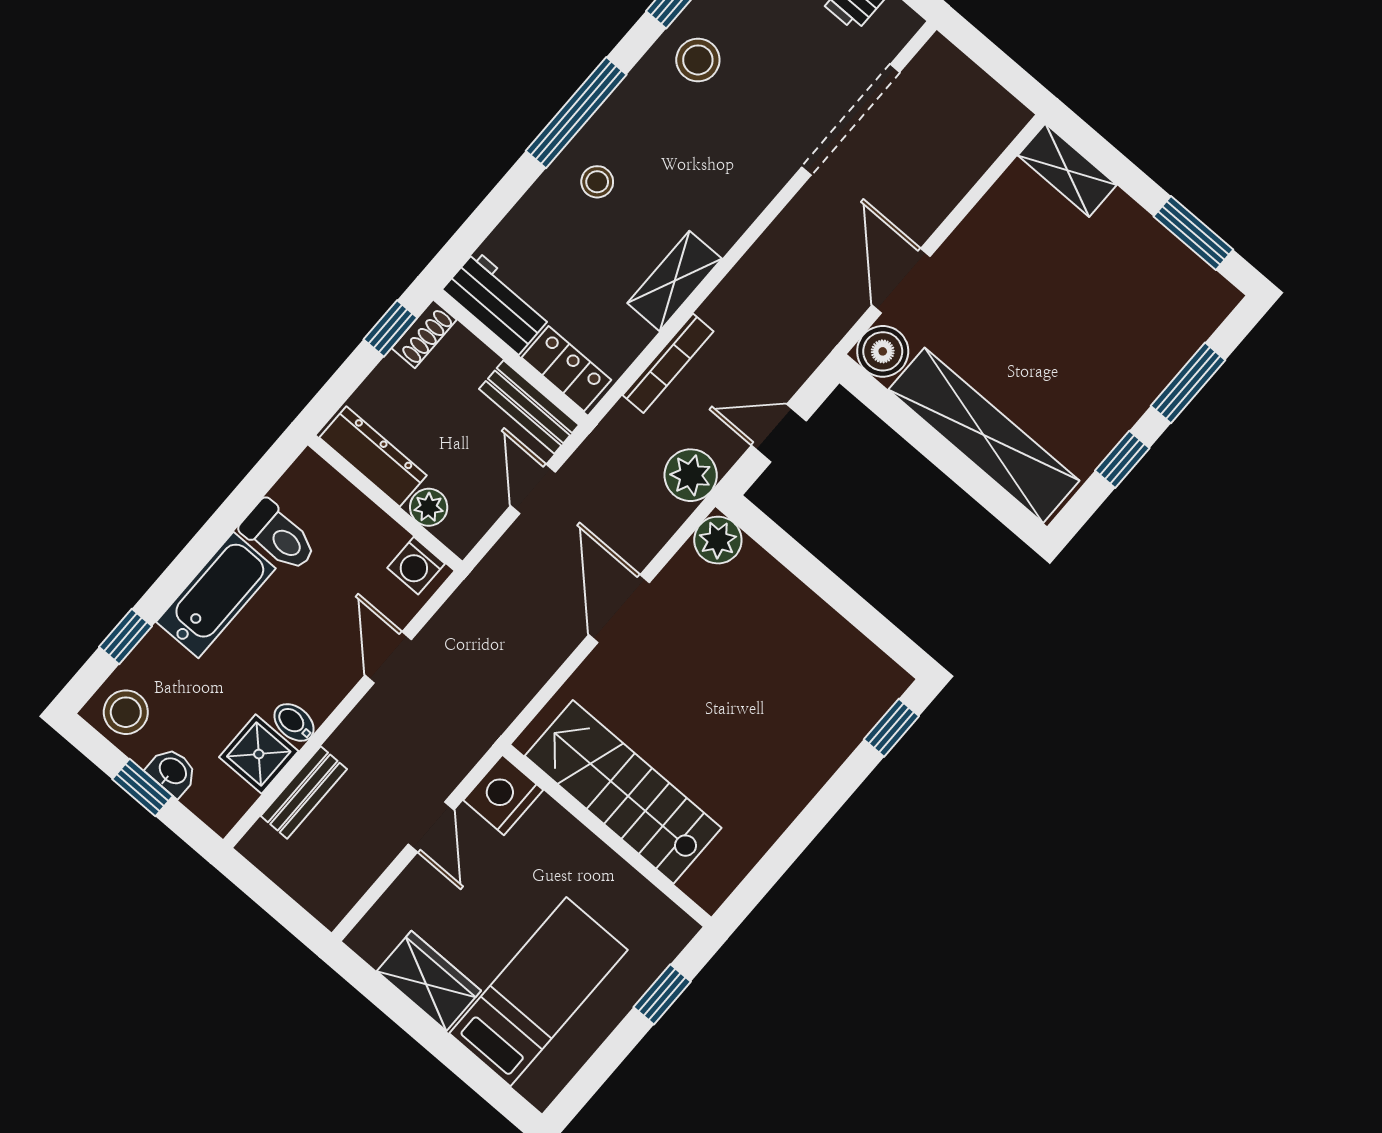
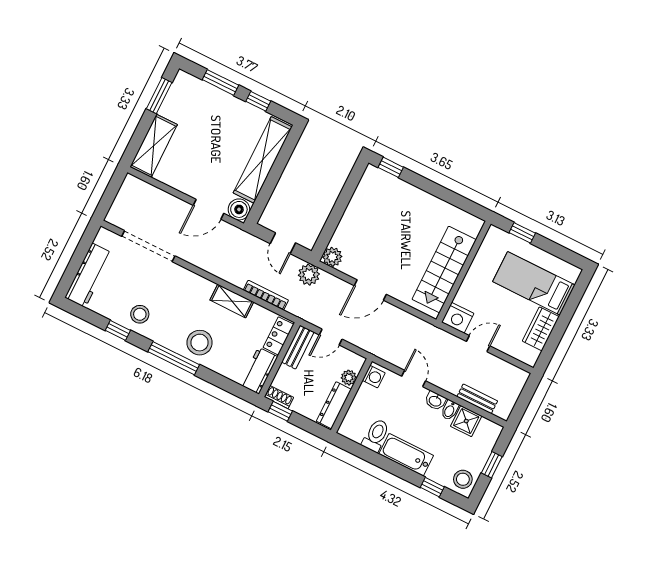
shelving: (1067, 170) -> (154, 146), width x1.50, depth x1.33
stool: (597, 182) -> (200, 343), width x1.89, depth x1.89
door: (388, 657) -> (414, 379), swing flipped
washbasin: (172, 772) -> (435, 401), moved, turned -90

